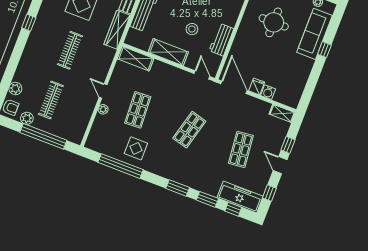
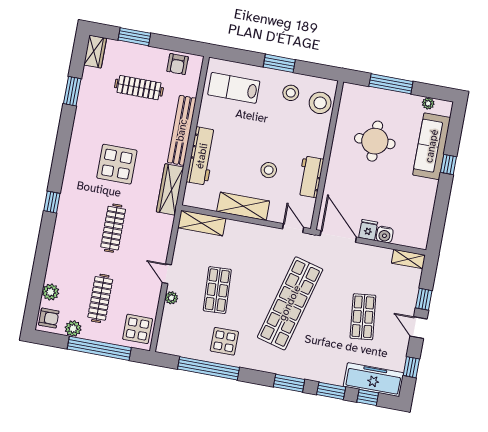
display table: (74, 127) -> (138, 329), added
shop shelf: (189, 130) -> (290, 303), width x2.00, depth x1.36

